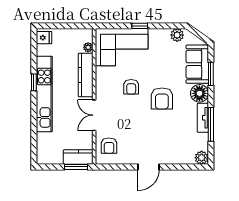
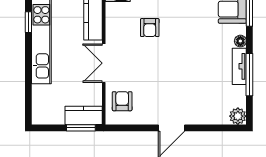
floor lamp: (199, 93) -> (240, 41), width x0.53, depth x0.53
armchair: (162, 99) -> (188, 42), removed
armchair: (109, 146) -> (122, 101), turned 180

